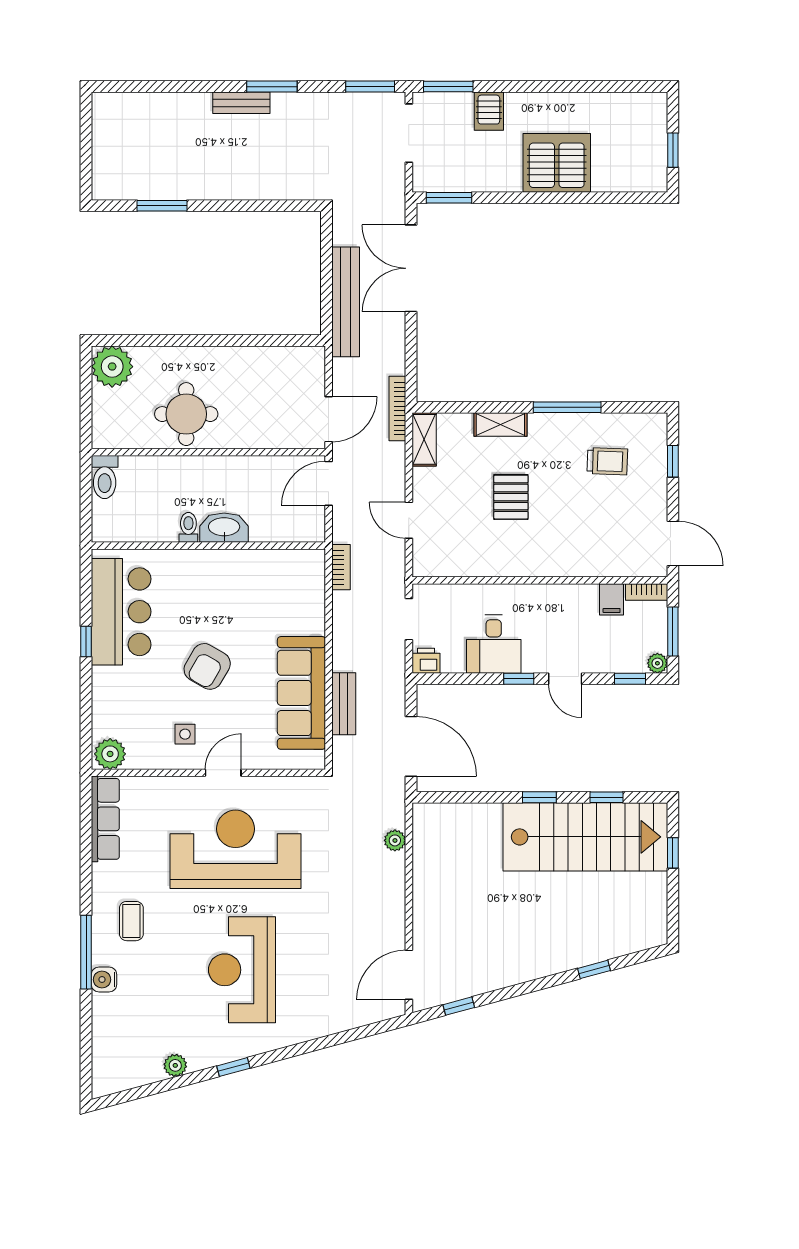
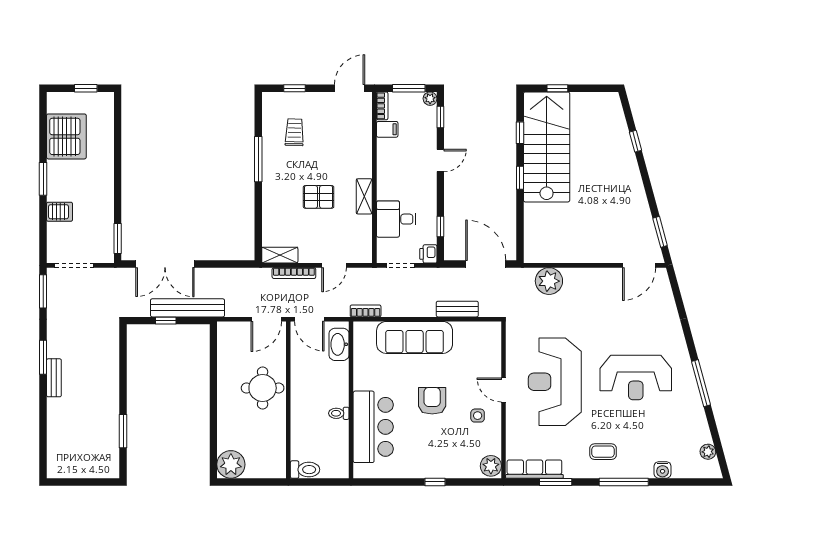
window: (448, 87) -> (43, 179), moved
server rack: (557, 163) -> (66, 136), moved, turned 180
window: (327, 270) -> (166, 321), added
bookcase: (397, 409) -> (294, 273), moved
round table: (186, 414) -> (263, 388), moved
door: (329, 419) -> (266, 319), swing flipped
shelving: (500, 424) -> (364, 196), moved
washbasin: (224, 528) -> (339, 344), moved
bar counter: (121, 612) -> (373, 427), moved, turned 90
window: (86, 642) -> (435, 482), moved
desk: (494, 644) -> (396, 219), moved, turned 180
armchair: (207, 666) -> (432, 401), turned -120
window: (519, 679) -> (440, 226), moved
sofa: (301, 693) -> (415, 337), moved
door: (411, 746) -> (486, 264), hinge flipped
plant: (395, 840) -> (549, 281), width x1.87, depth x1.87
window: (86, 850) -> (556, 482), added
door: (409, 975) -> (639, 265), hinge flipped
water cooler: (104, 980) -> (663, 470), moved
window: (459, 1006) -> (660, 232), width x1.50
plant: (175, 1065) -> (708, 452), moved
window: (233, 1067) -> (701, 383), width x2.17

